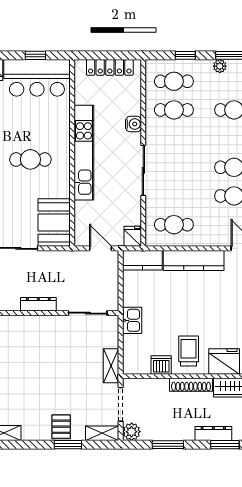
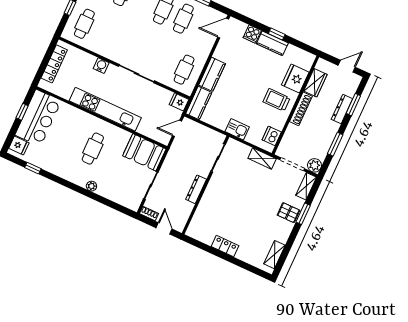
cafe table: (174, 110) -> (104, 33), removed
kitchen counter: (194, 260) -> (212, 74), width x0.67
dishwasher: (161, 365) -> (272, 136), moved

